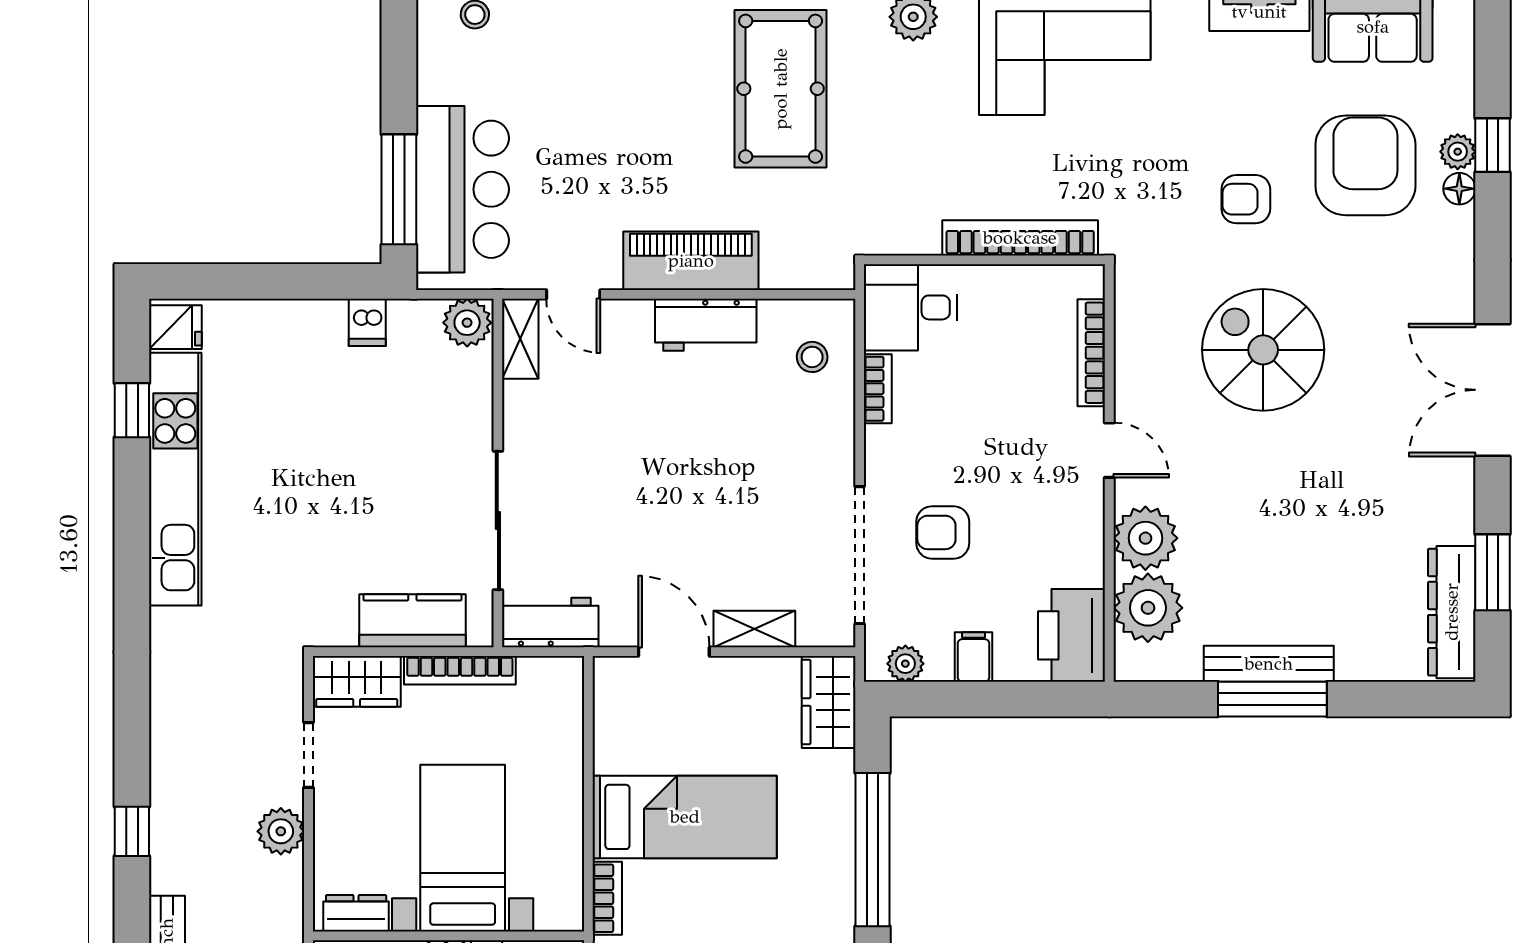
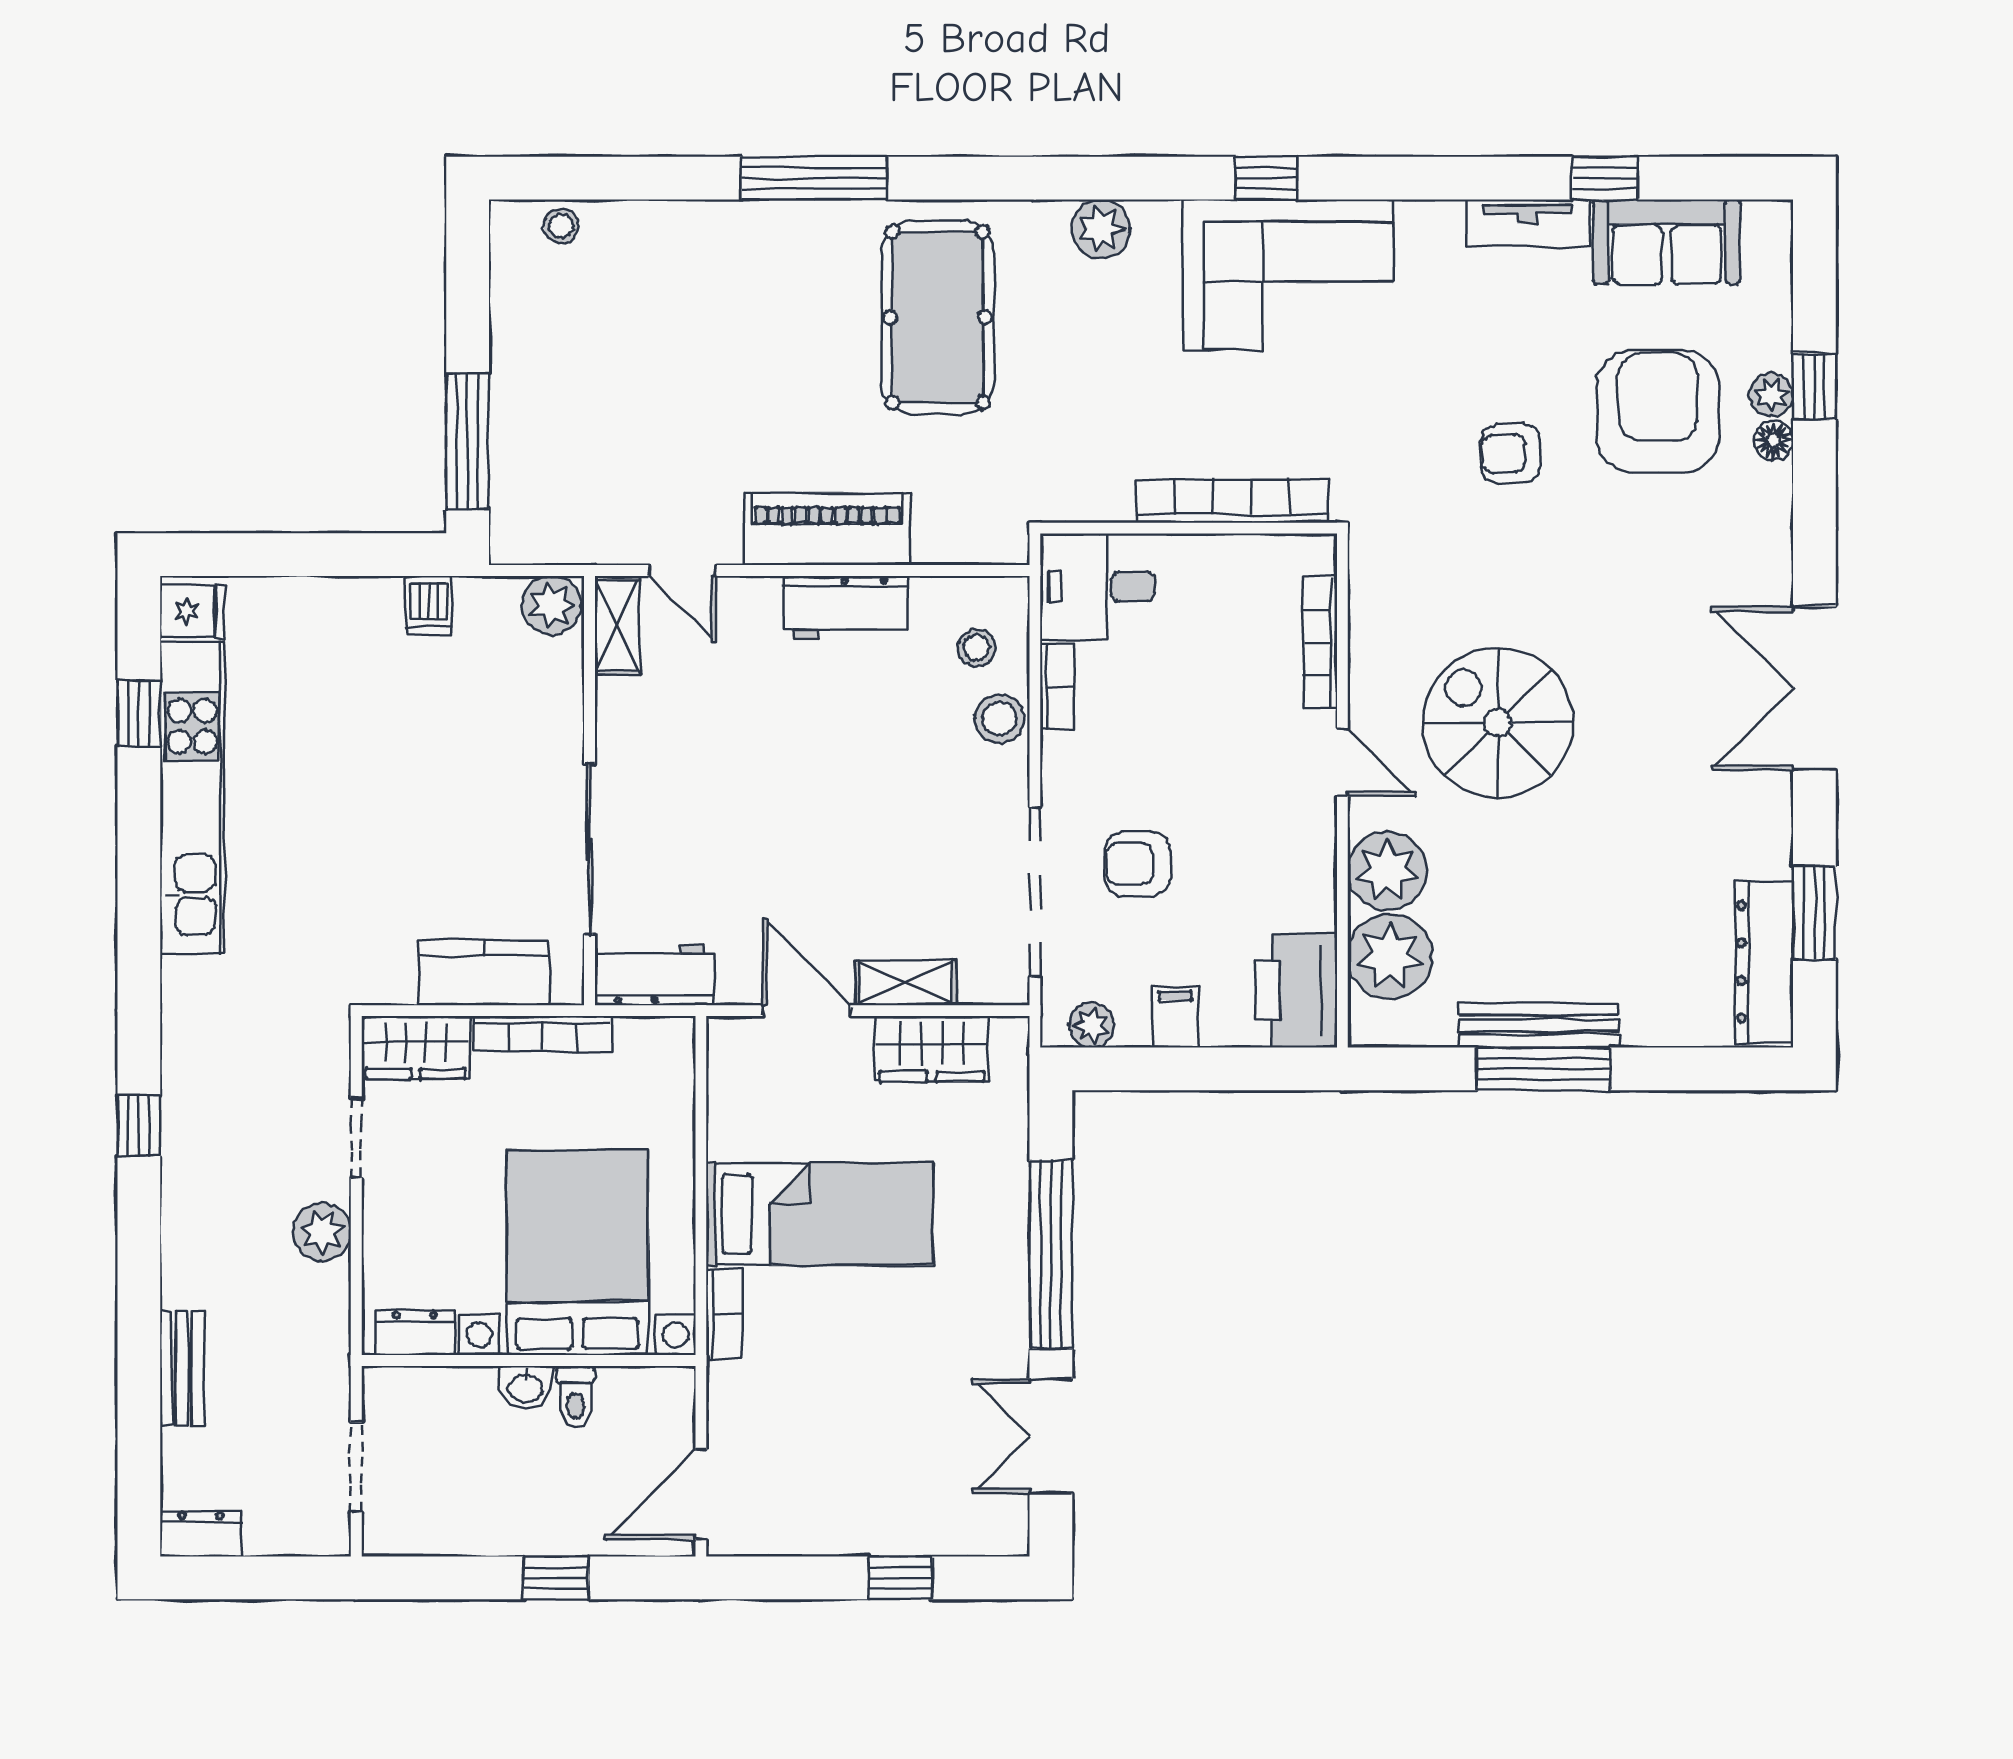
bar counter: (462, 189) -> (546, 441), removed
spiral stairs: (1263, 350) -> (1498, 723), moved
stool: (831, 415) -> (999, 719), added
wardrobe: (829, 702) -> (932, 1049), moved, turned -90
window: (132, 831) -> (139, 1125), moved
bed with nightstands: (463, 848) -> (577, 1253), width x1.36

